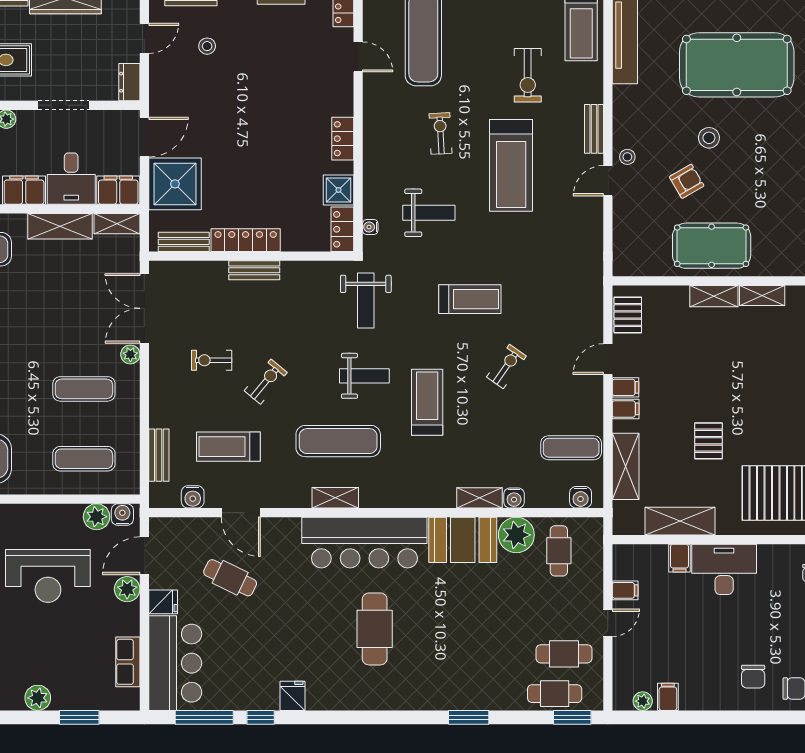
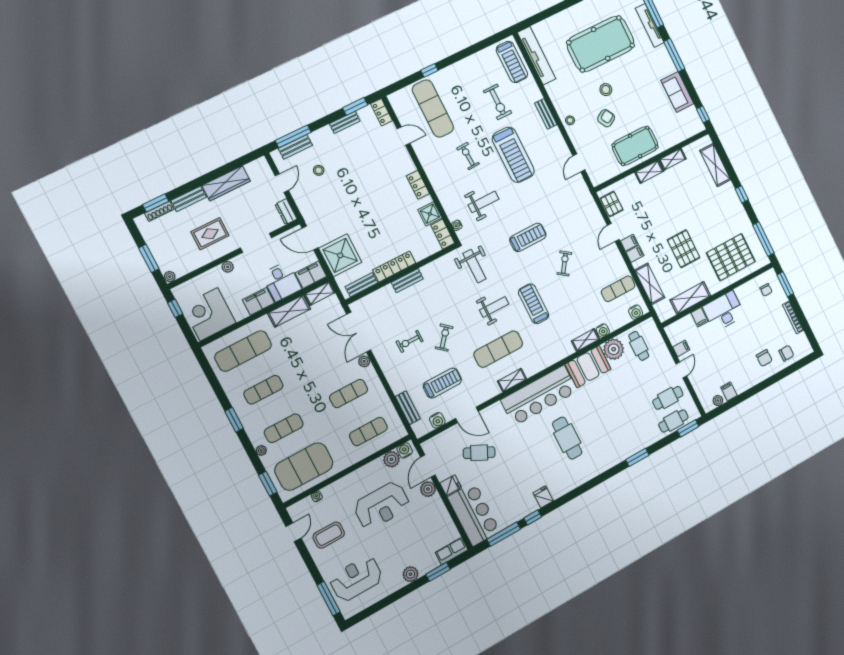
door: (144, 137) -> (310, 238), swing flipped
door: (608, 181) -> (579, 163), moved
pallet: (709, 441) -> (684, 249), width x1.50, depth x1.42
treadmill: (228, 447) -> (442, 383), turned 180
row of seats: (128, 662) -> (452, 551), moved, turned 90

